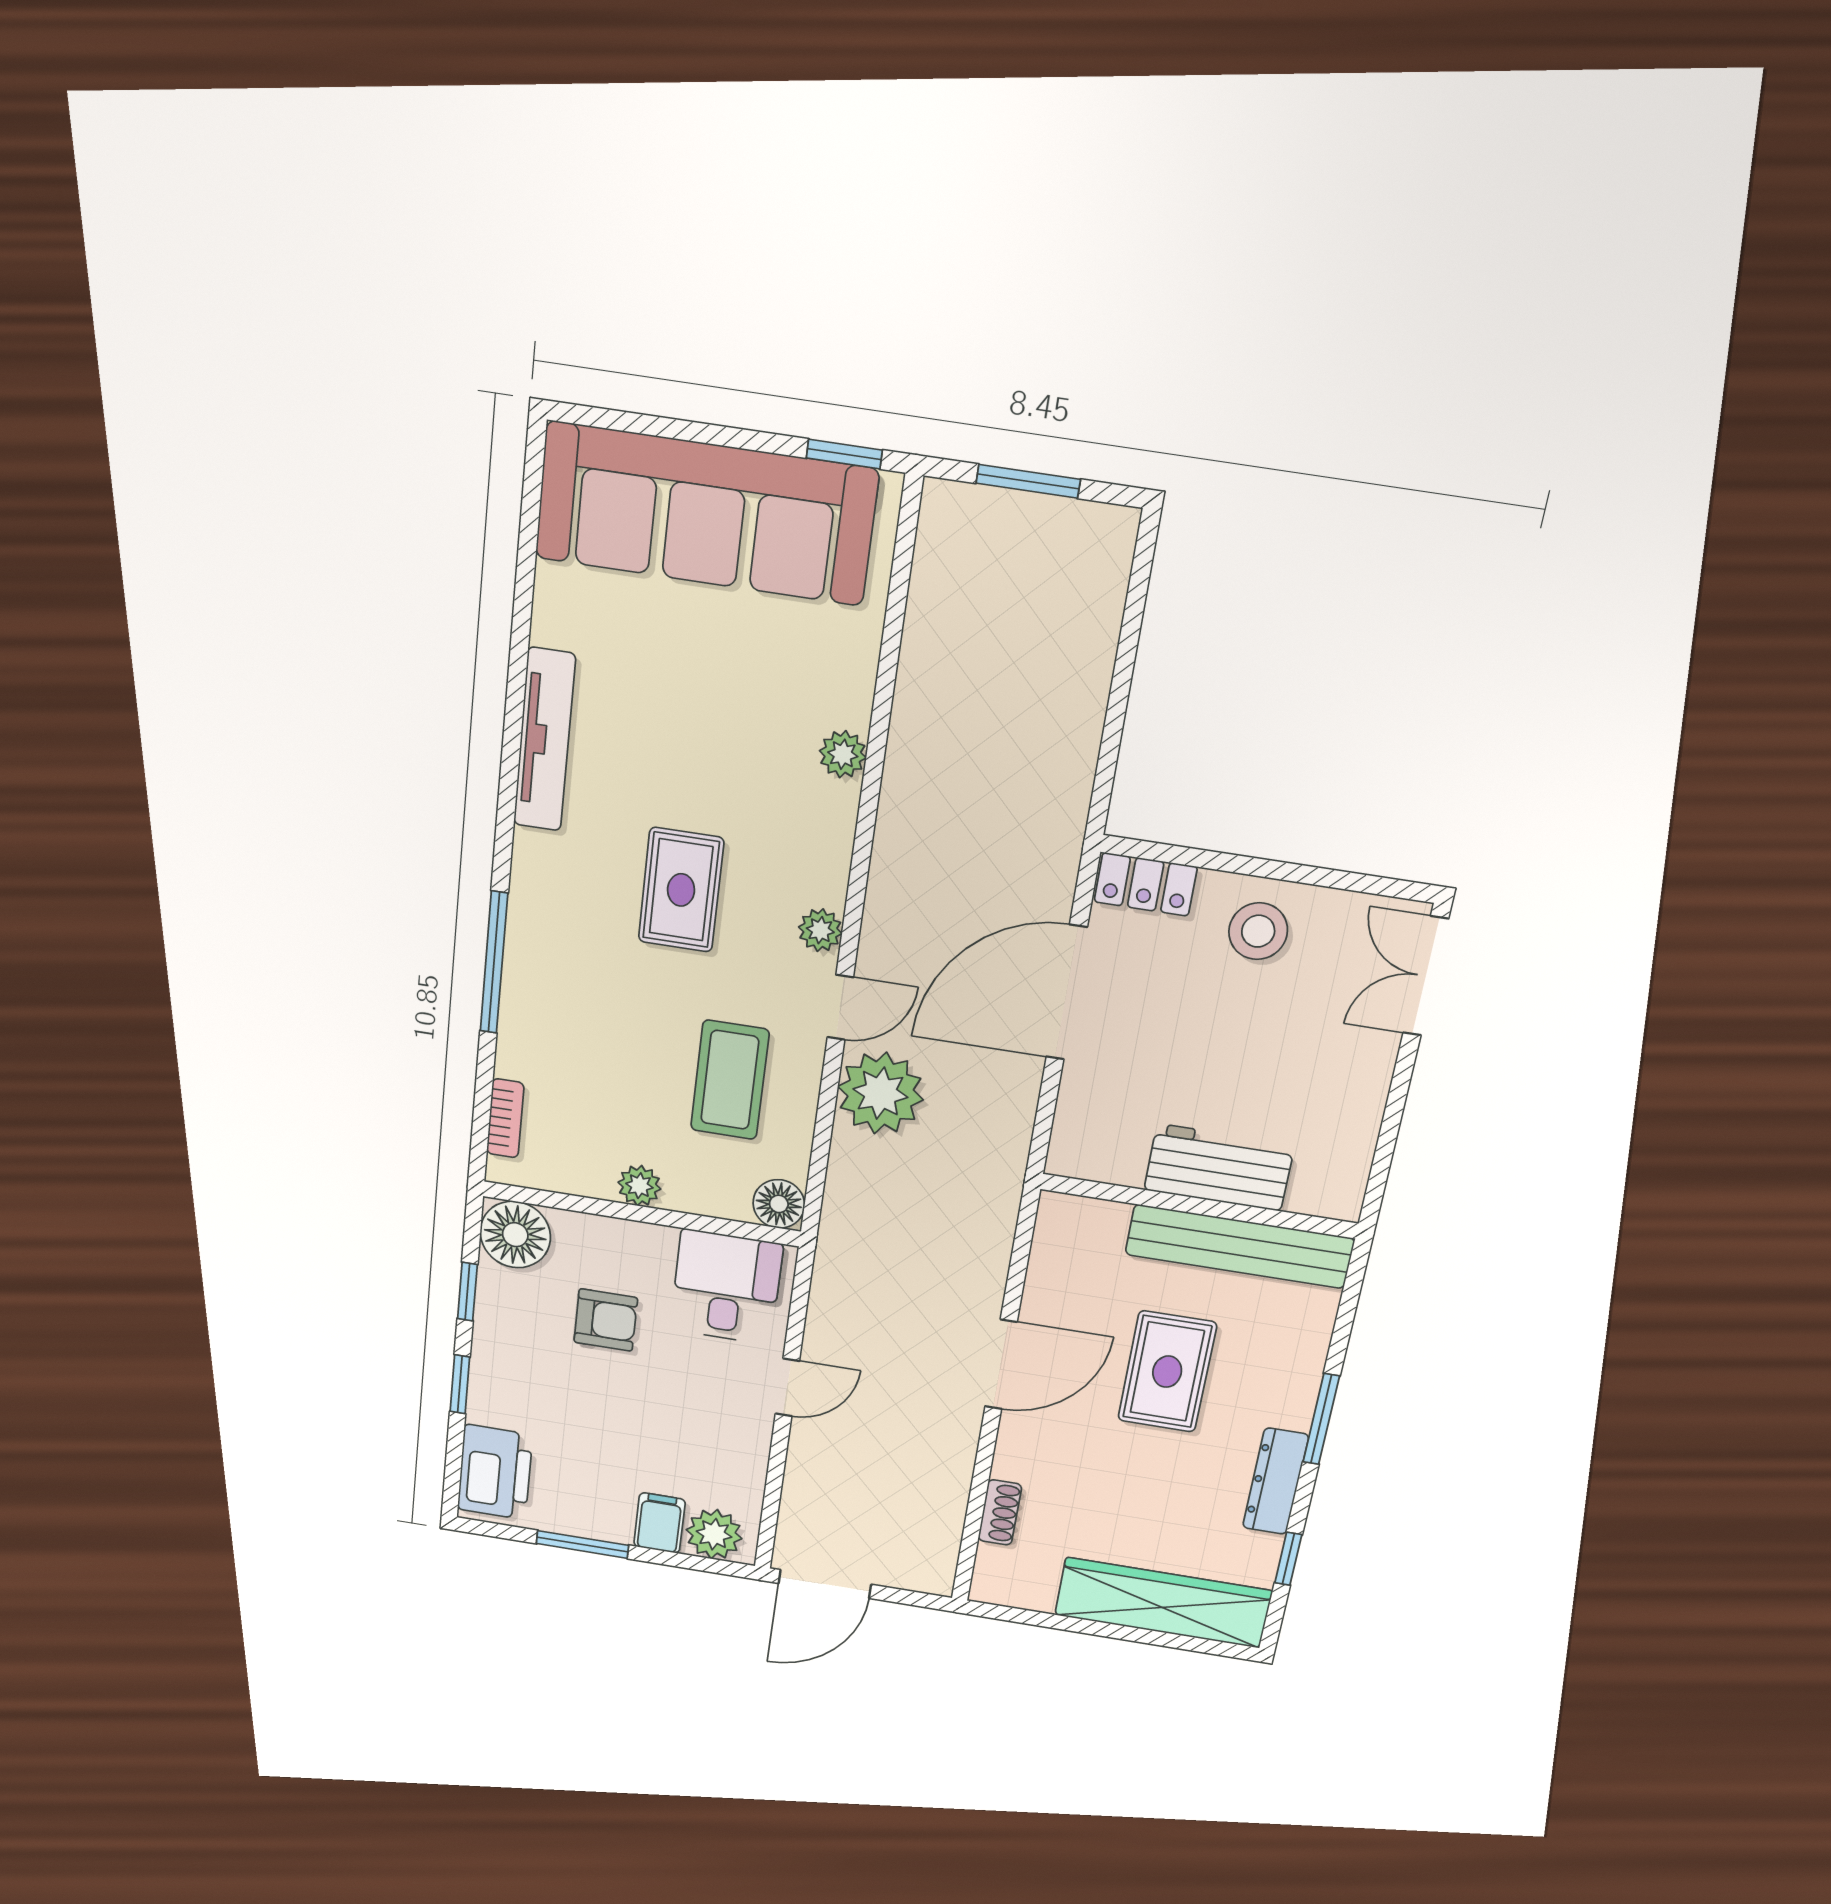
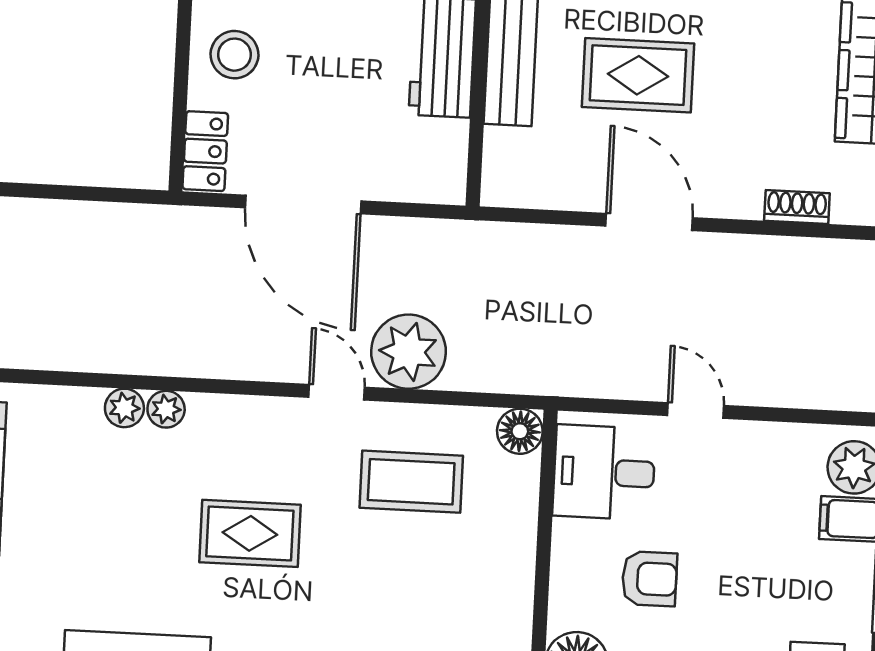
plant: (820, 930) -> (166, 409), moved
plant: (639, 1186) -> (517, 555), removed
armchair: (606, 1320) -> (649, 579), turned 90

